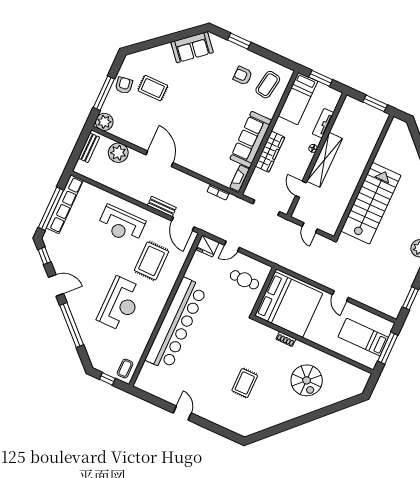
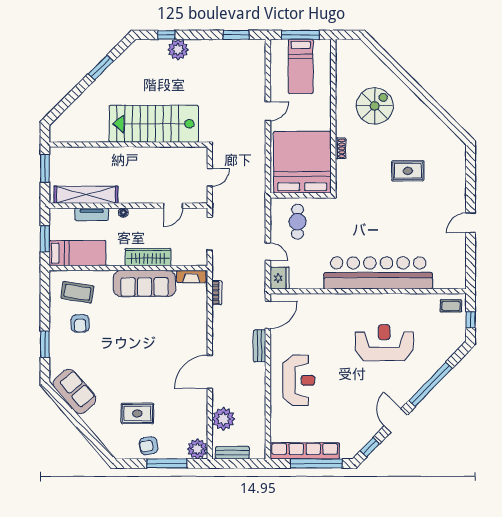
rug: (153, 88) -> (137, 413), turned 90
shelving: (325, 160) -> (86, 195), moved
rug: (152, 261) -> (323, 330), removed

